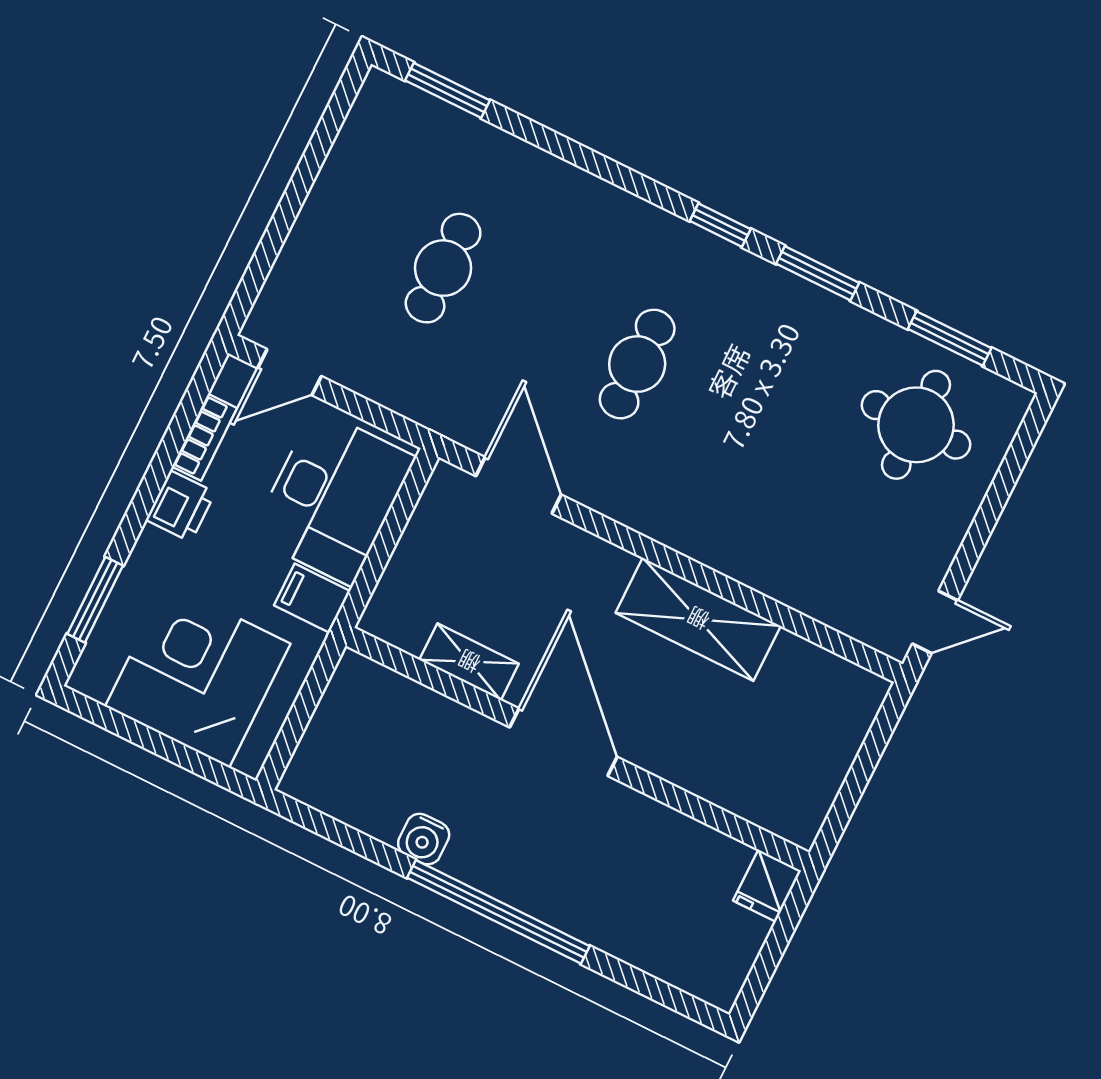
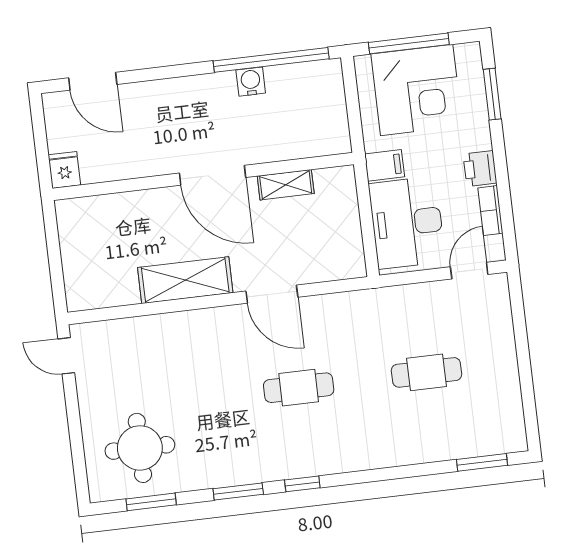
cafe table: (443, 268) -> (426, 372), turned 90
cafe table: (637, 364) -> (299, 388), turned 90
door: (518, 485) -> (272, 294), moved
door: (935, 622) -> (66, 356), hinge flipped
window: (166, 748) -> (409, 43), added
window: (498, 912) -> (271, 60), moved
door: (646, 985) -> (93, 81), added

